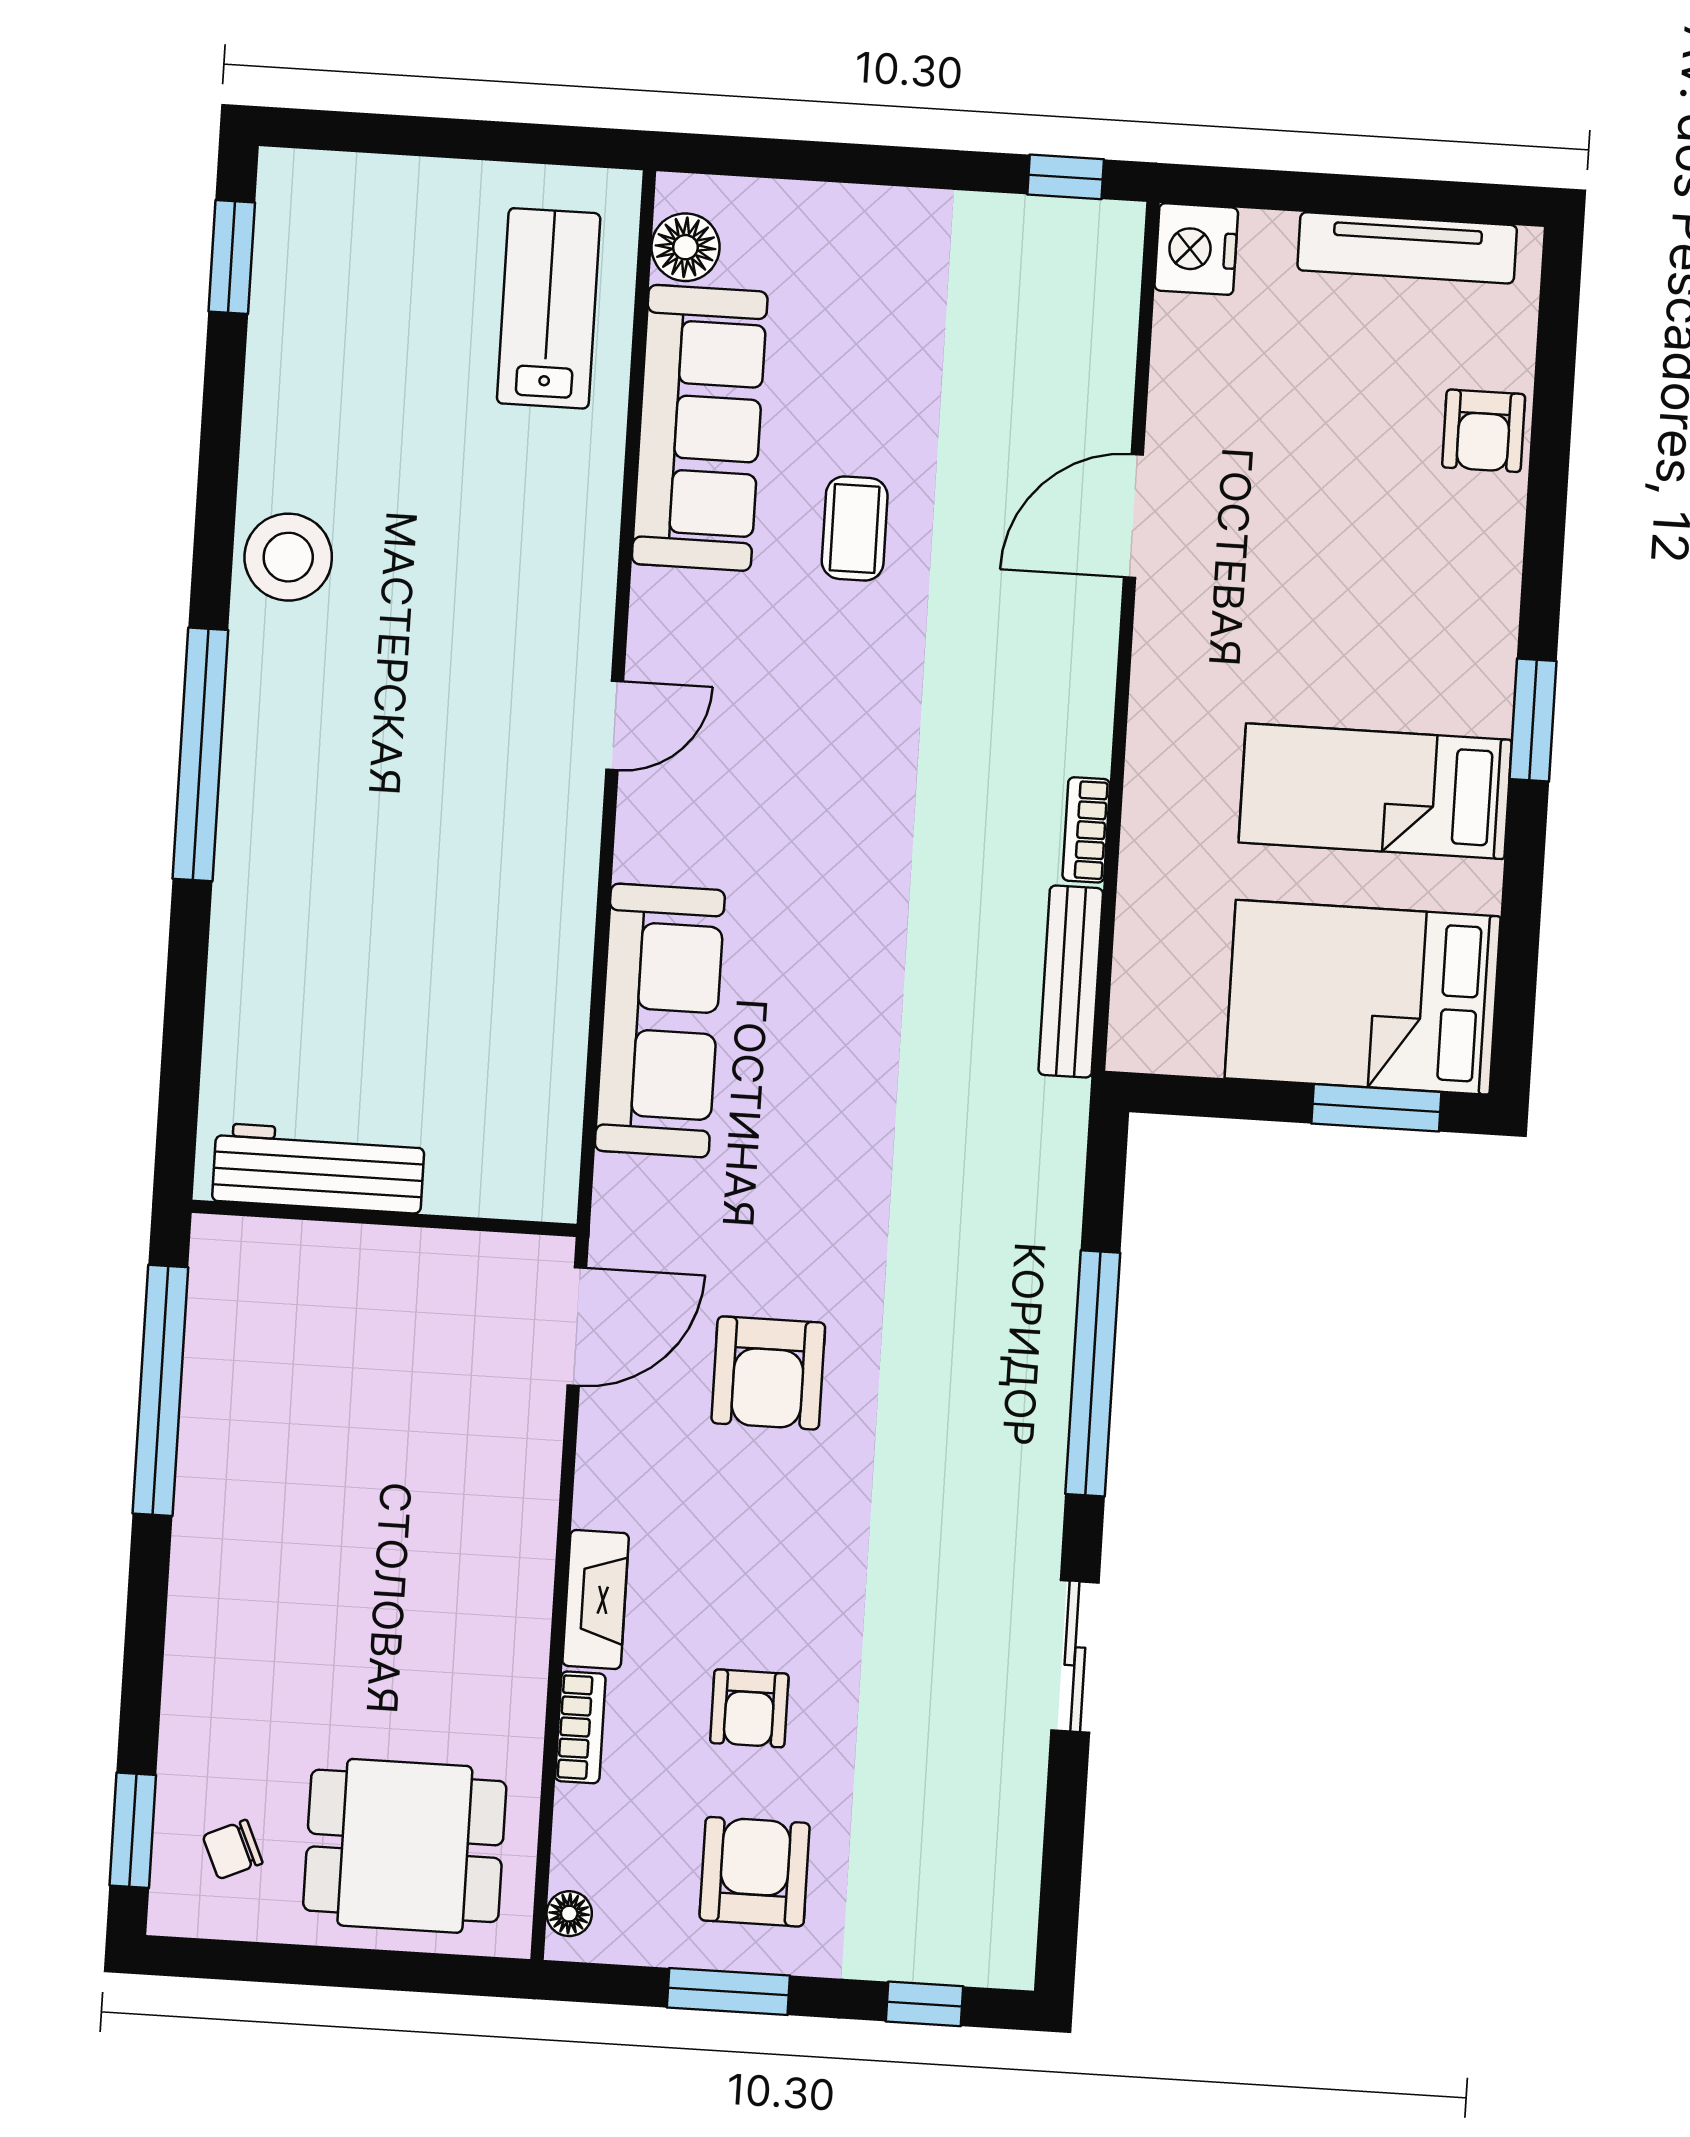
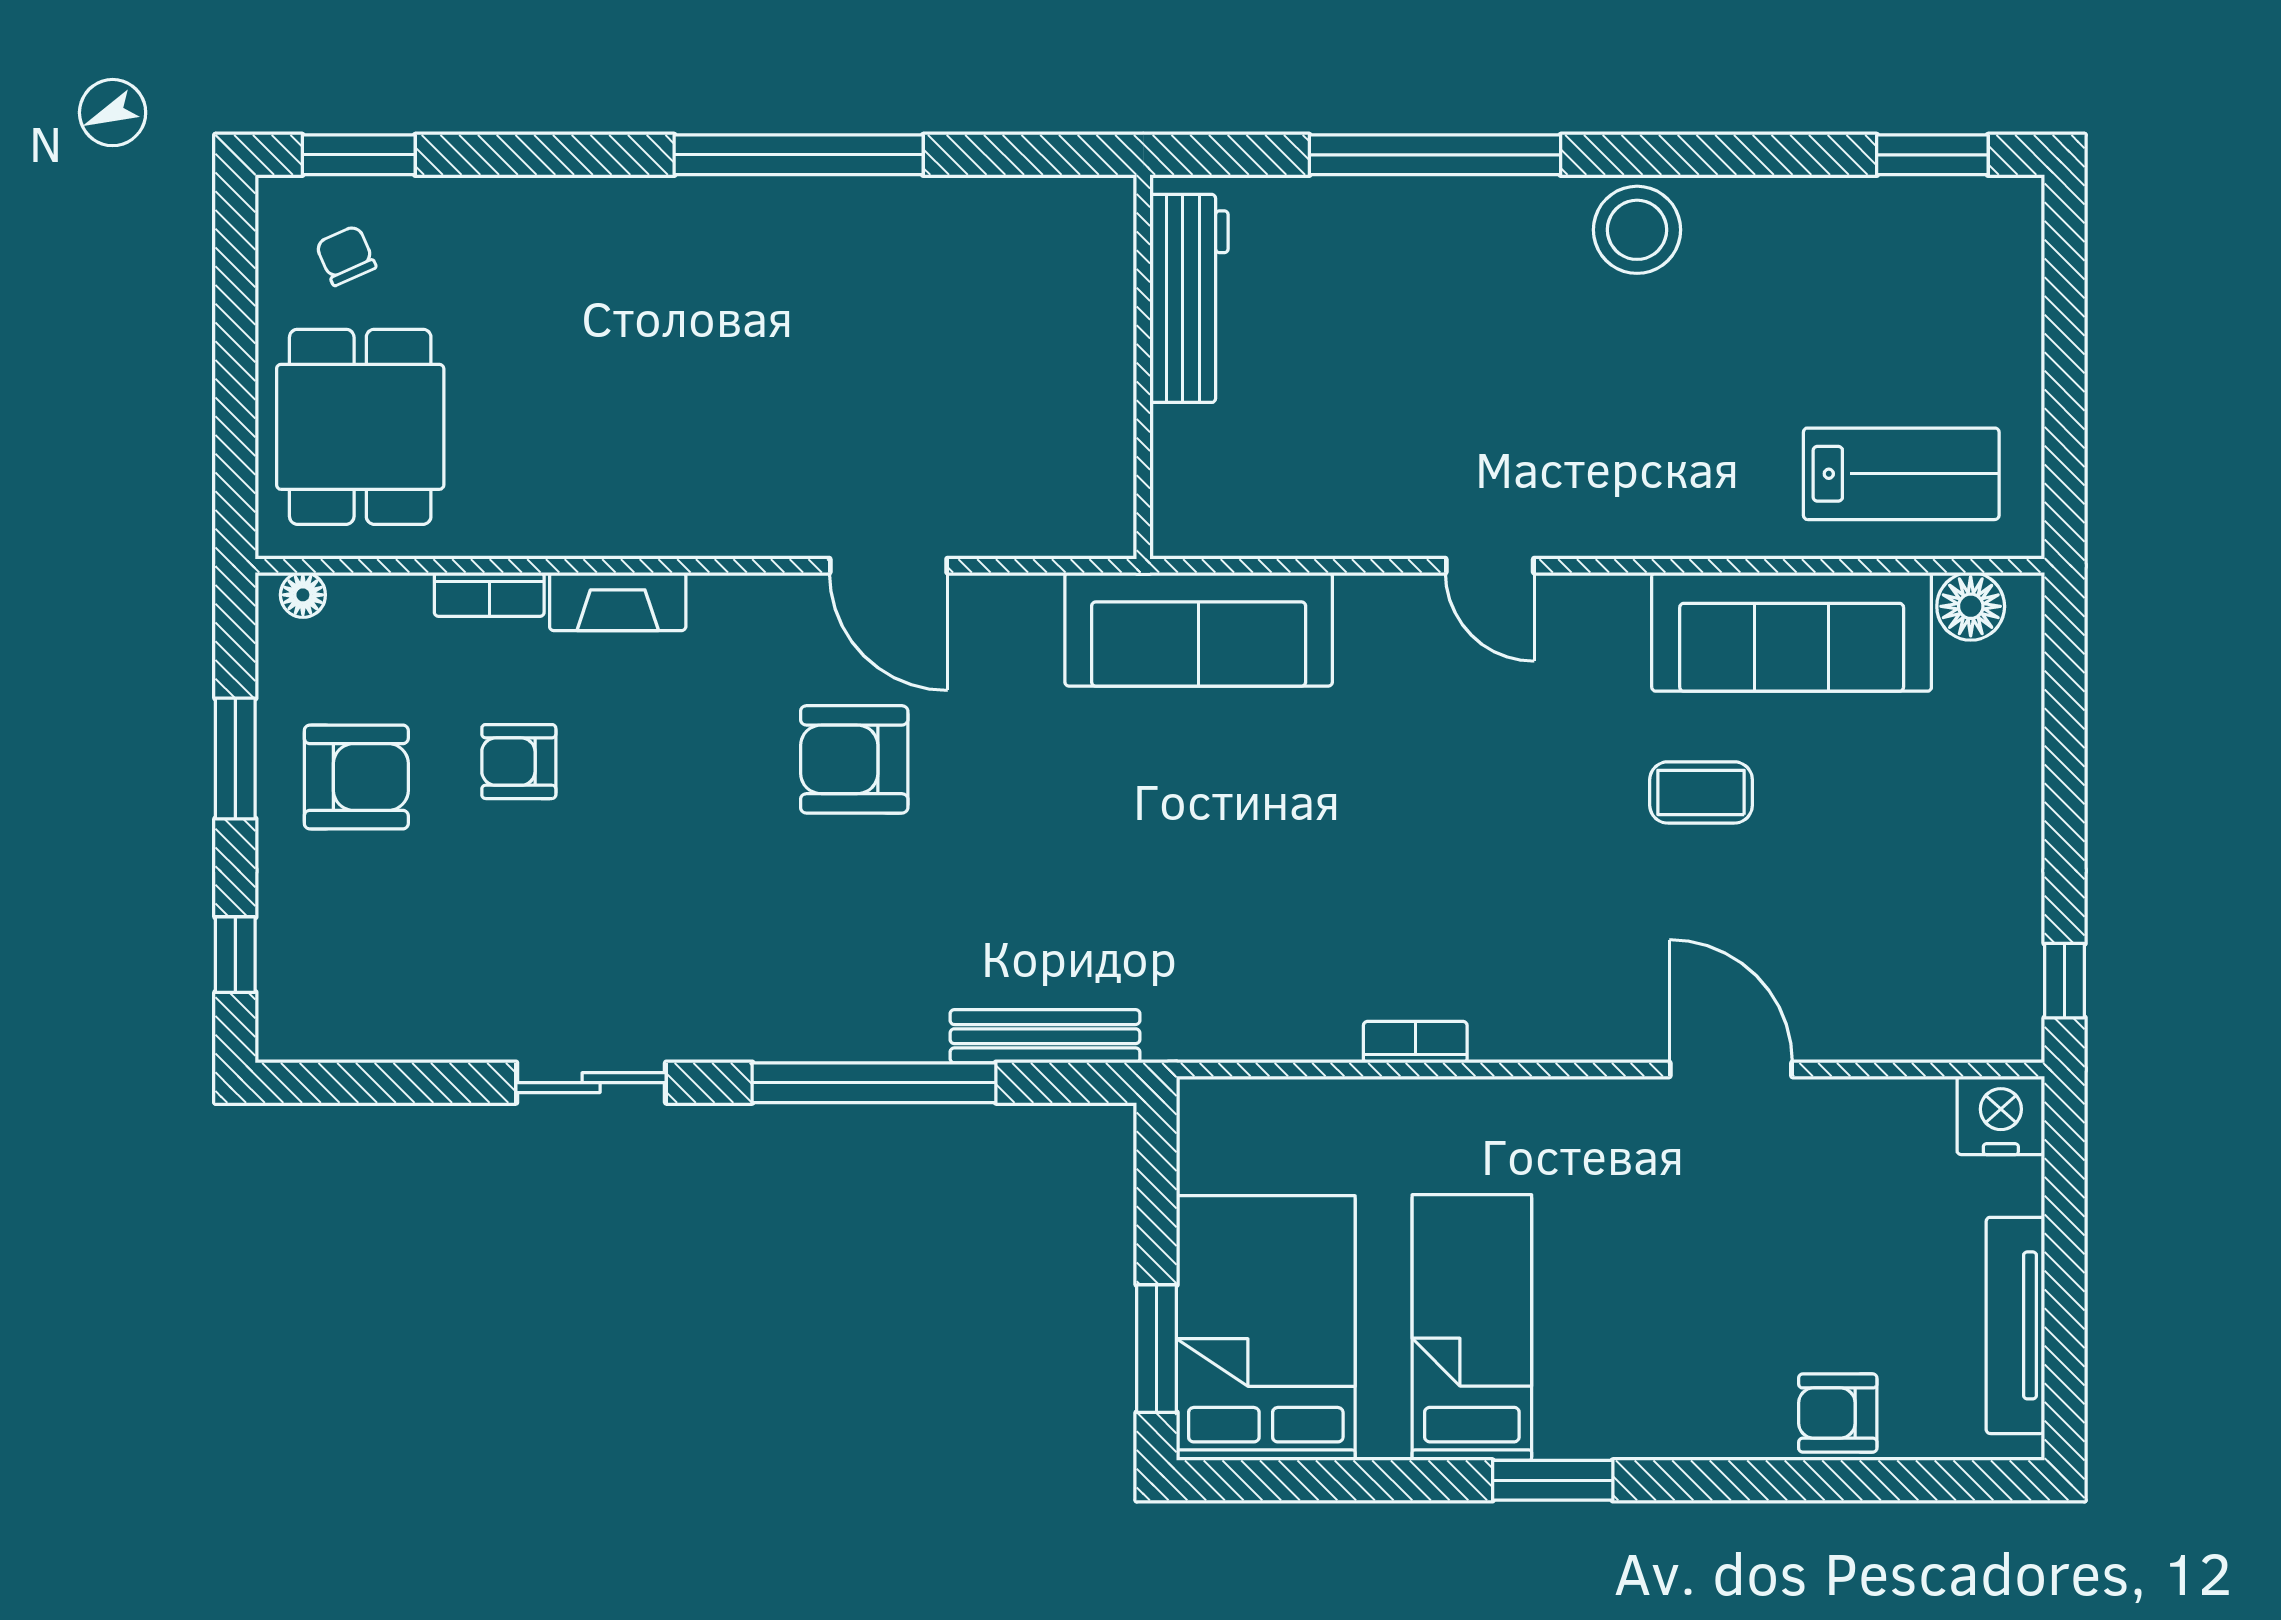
bench: (1071, 982) -> (1045, 1036), moved
workbench: (319, 1168) -> (1189, 298), moved
wall: (384, 1218) -> (1143, 367), moved

